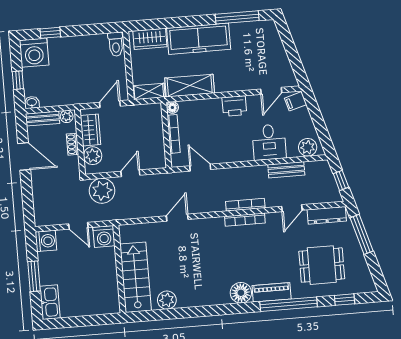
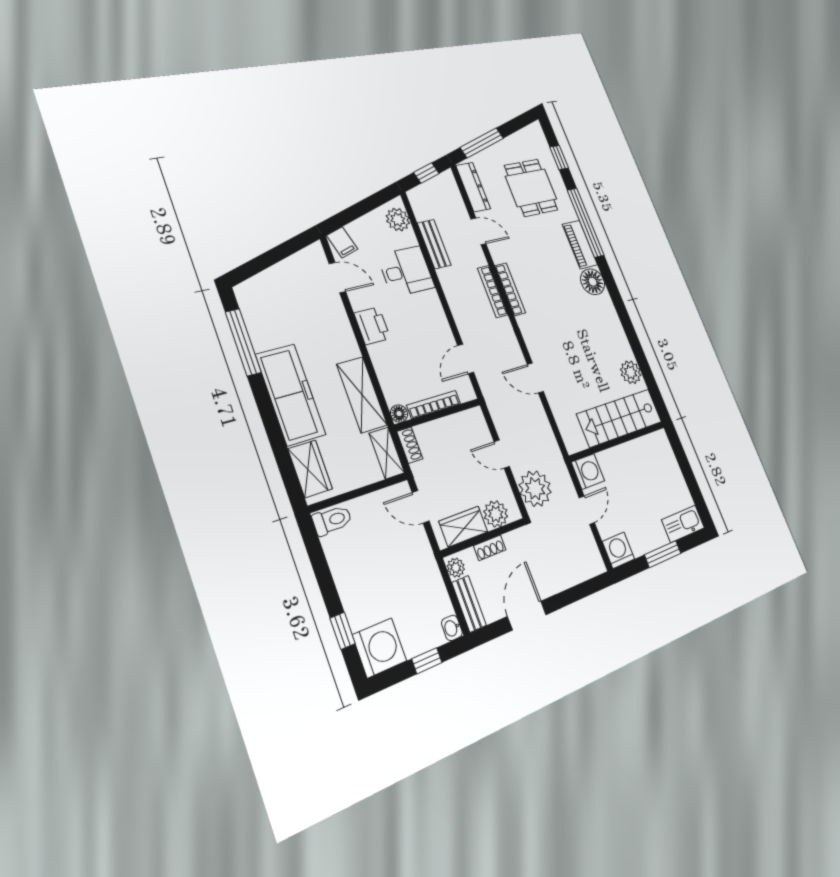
shoe rack: (150, 109) -> (410, 445), added

